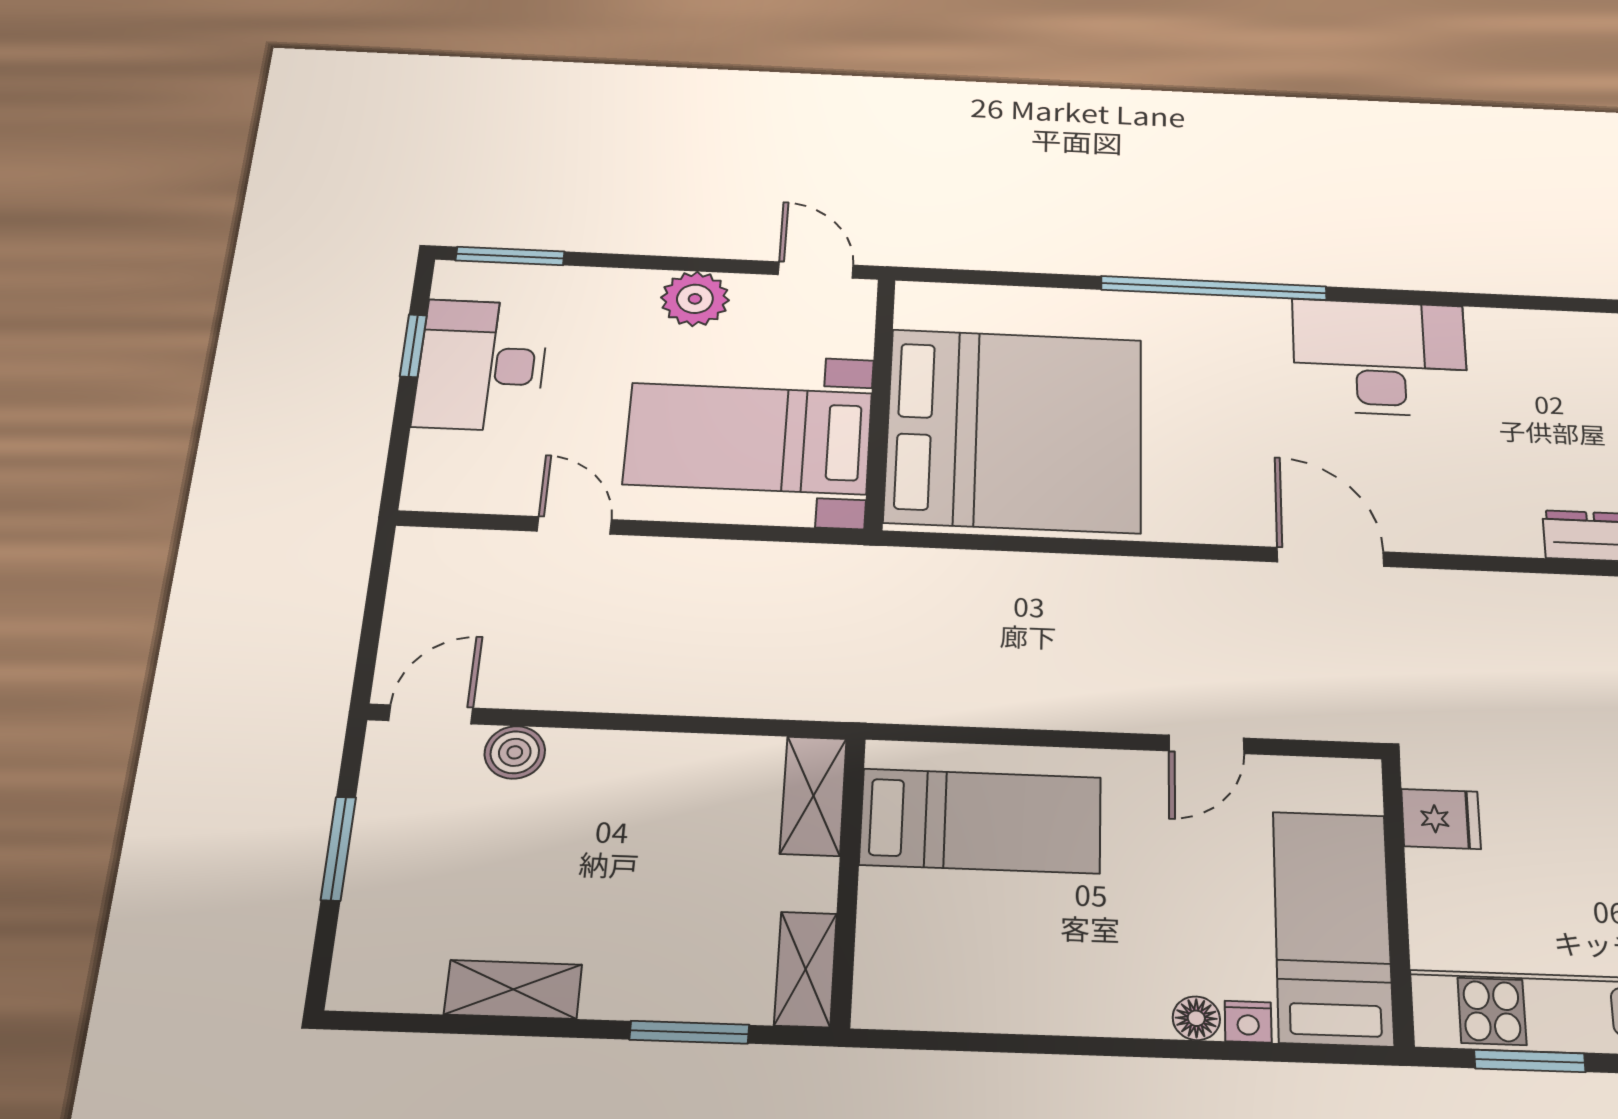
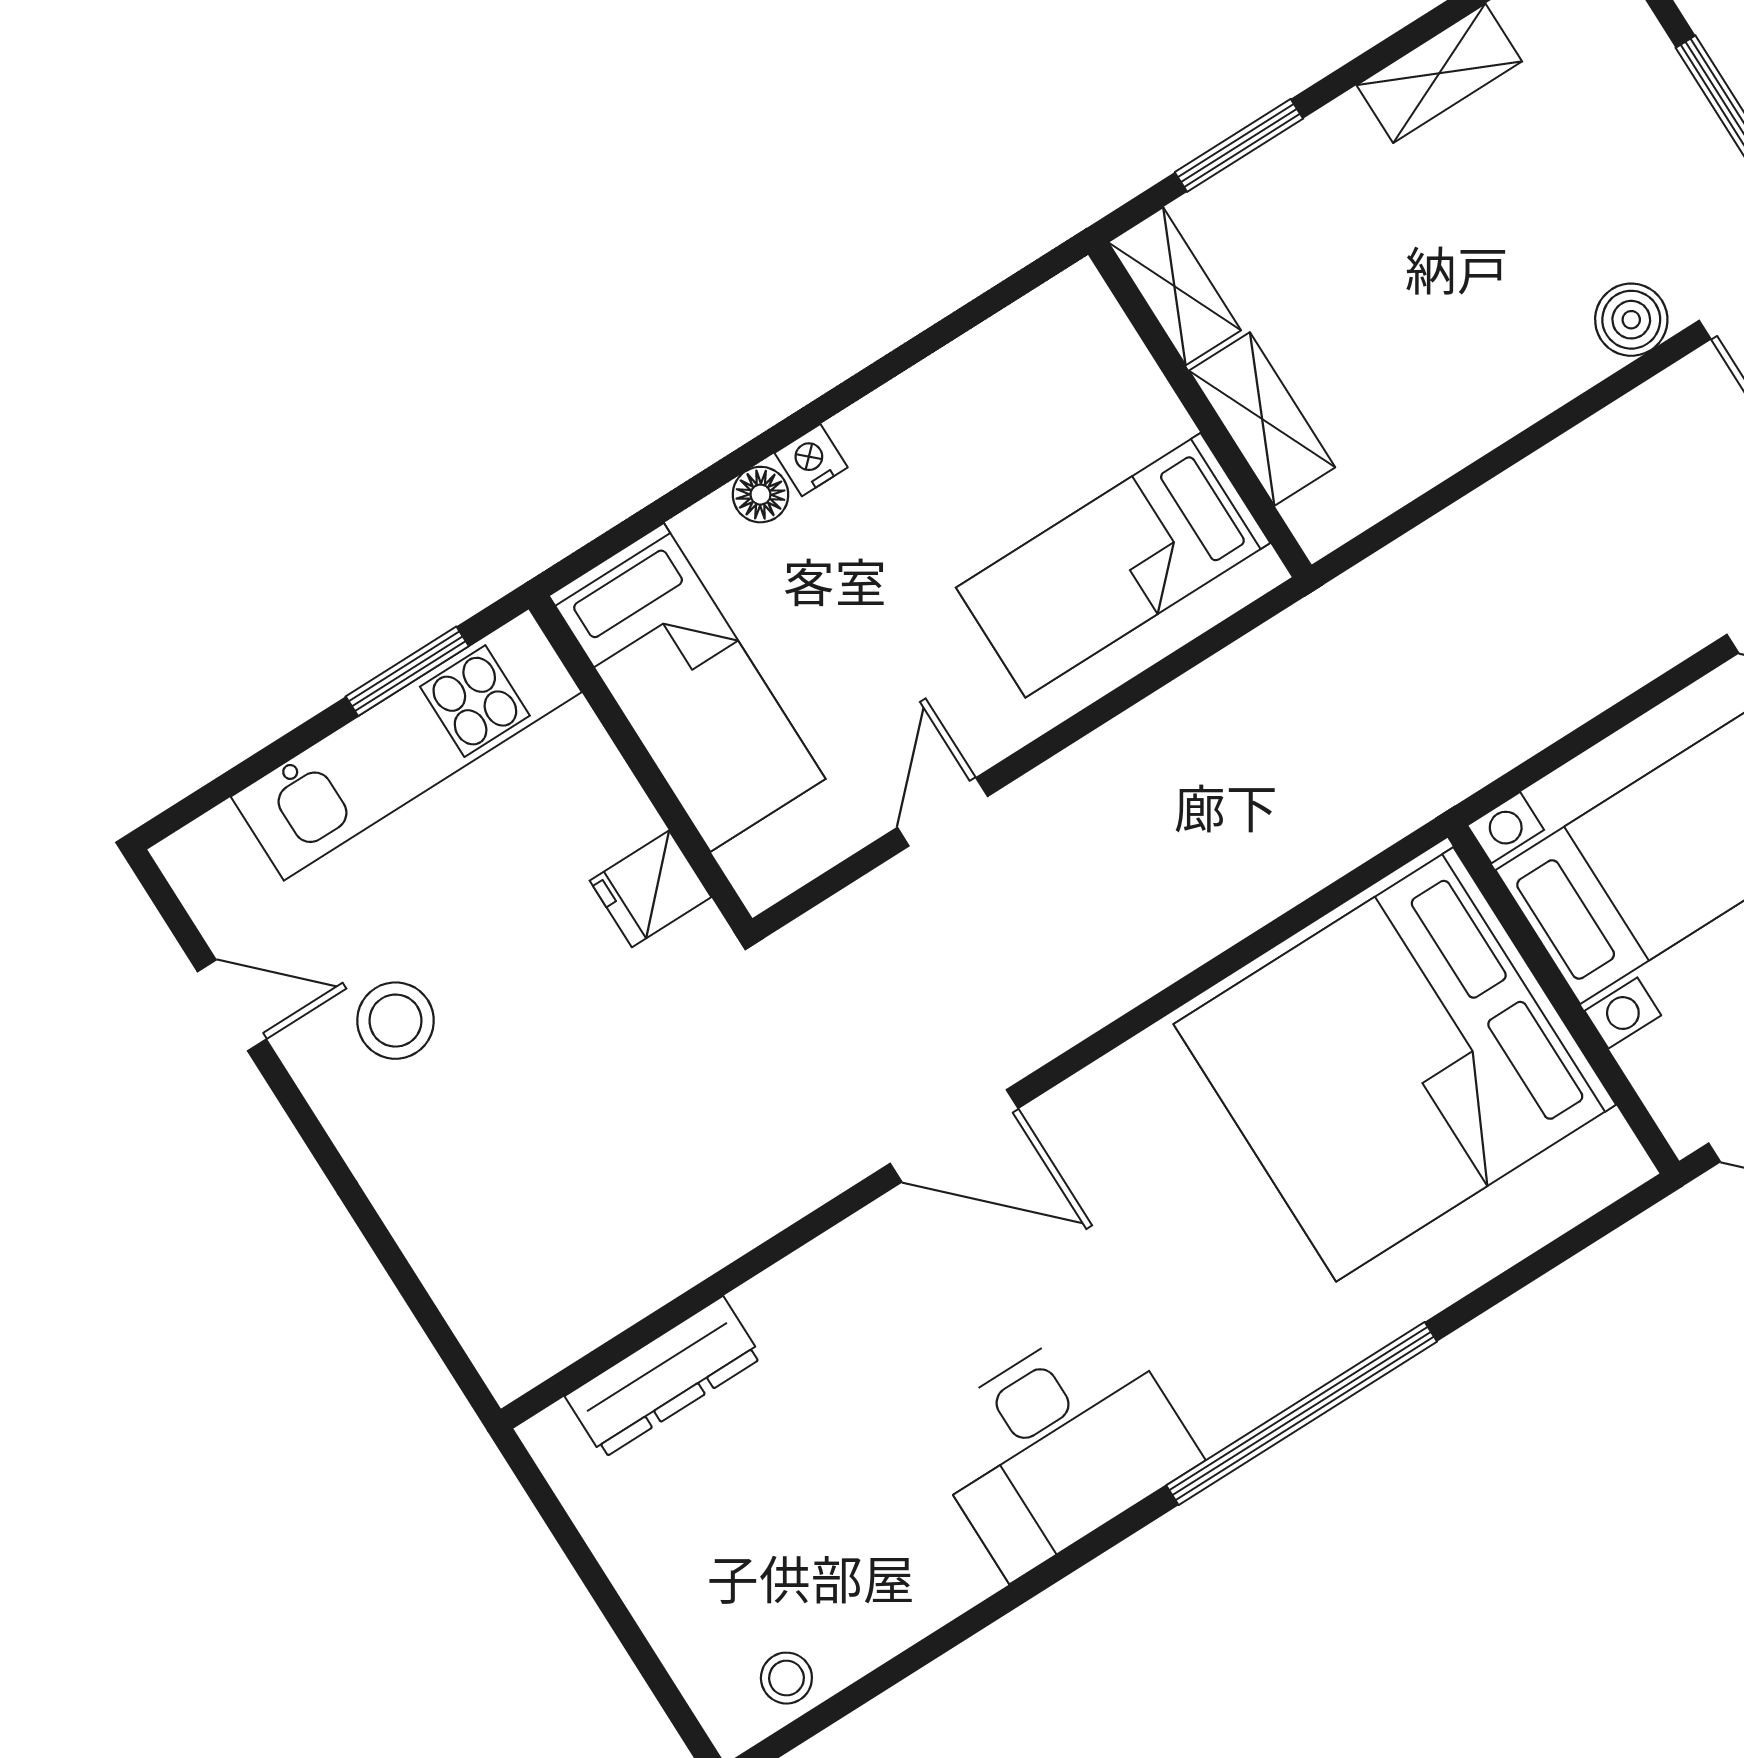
shelving: (813, 796) -> (1262, 419), moved
nightstand: (1248, 1022) -> (811, 460), moved

